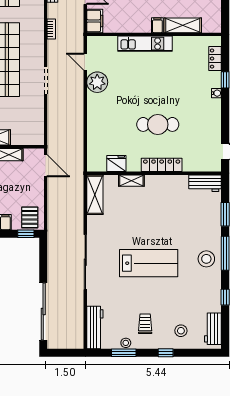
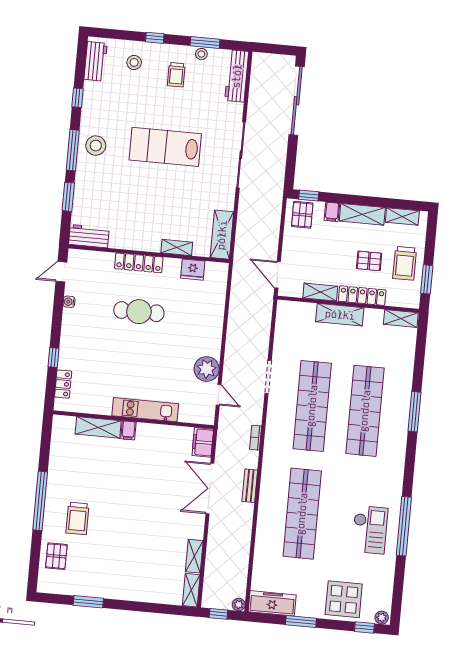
water cooler: (216, 93) -> (69, 302), moved

